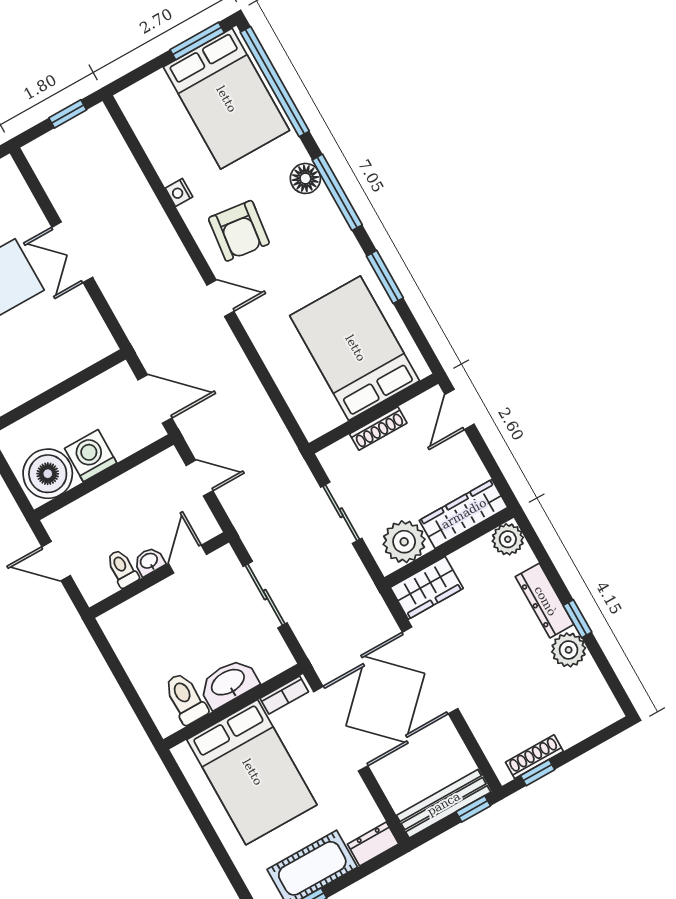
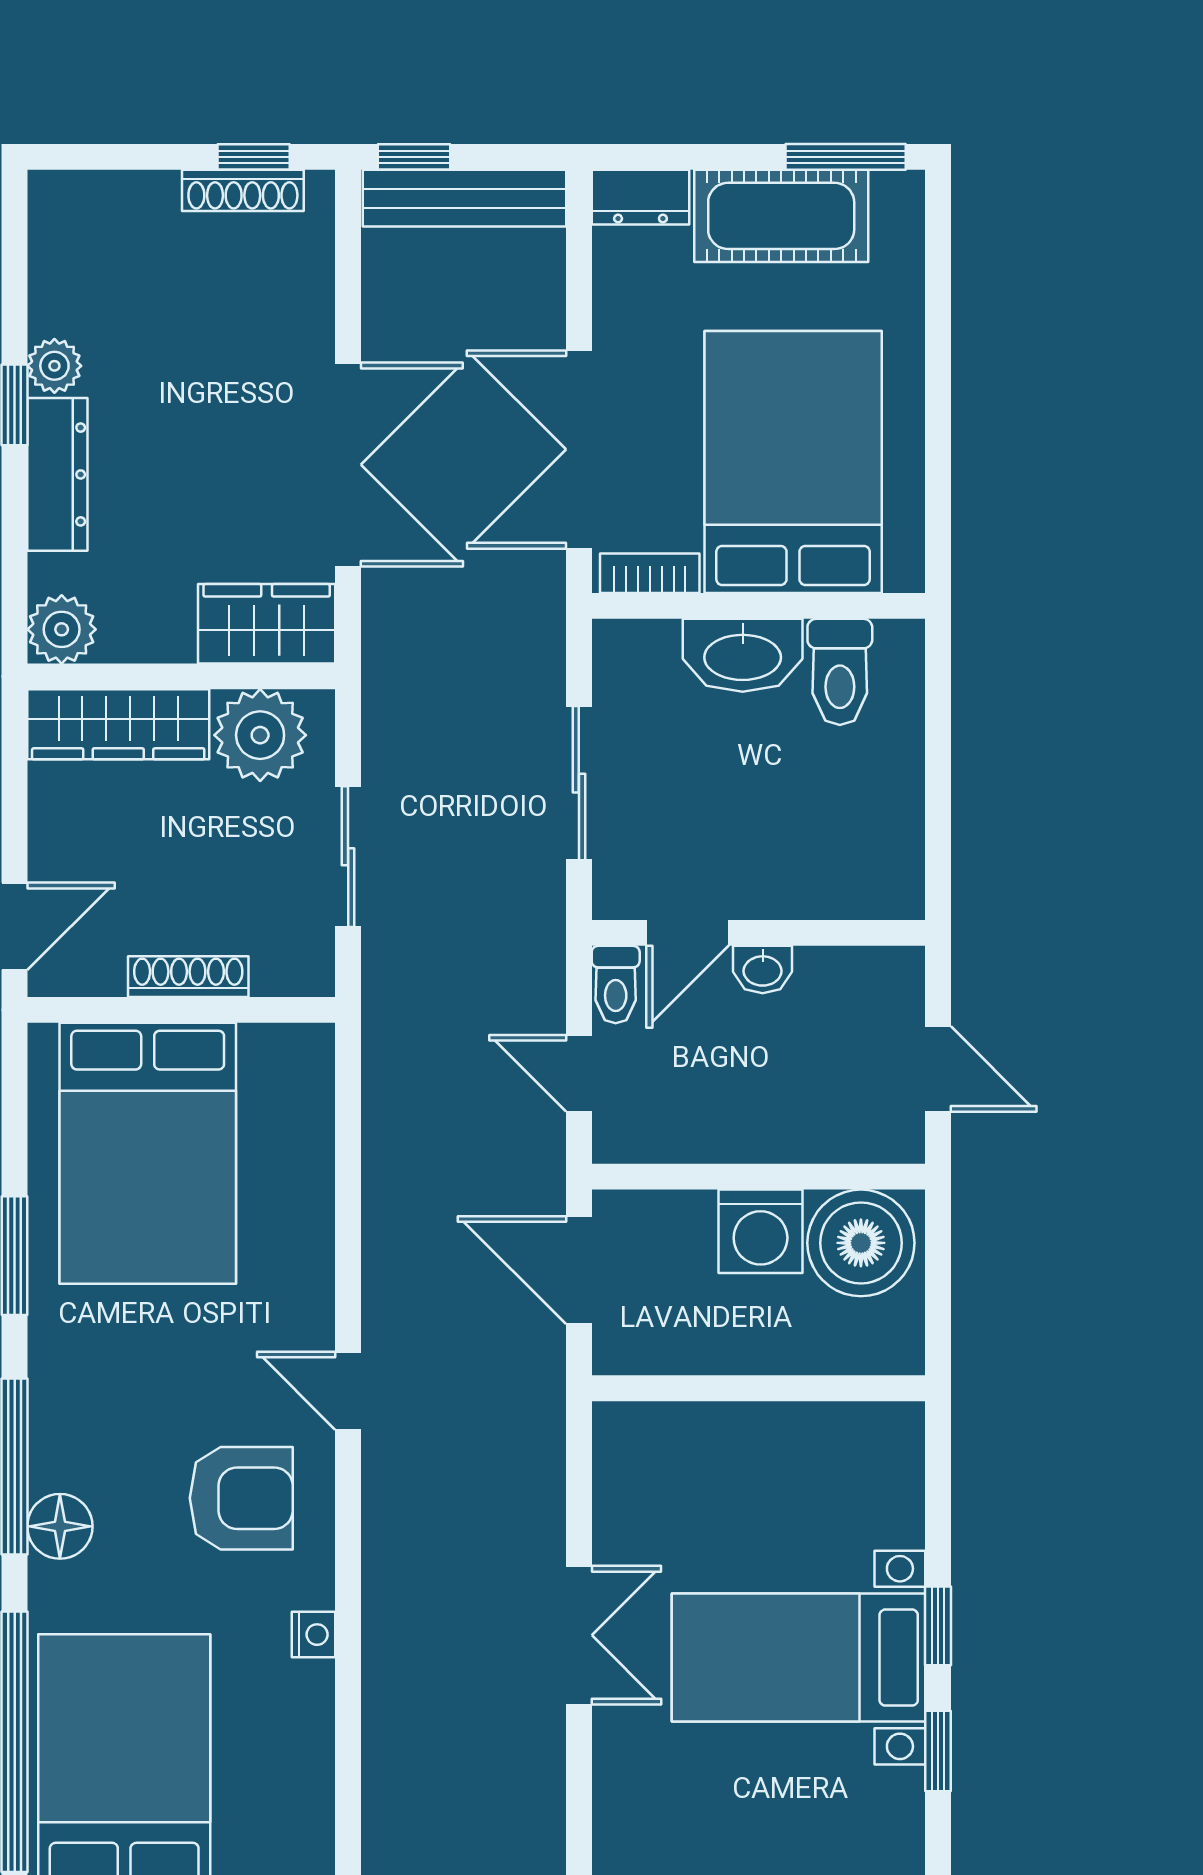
armchair: (239, 231) -> (241, 1498), turned 83
toilet: (122, 568) -> (616, 985), moved
plant: (569, 650) -> (54, 366), width x0.73, depth x0.73

